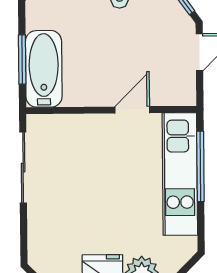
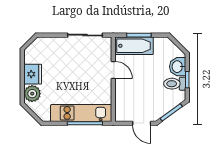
door: (132, 110) -> (113, 70), moved

